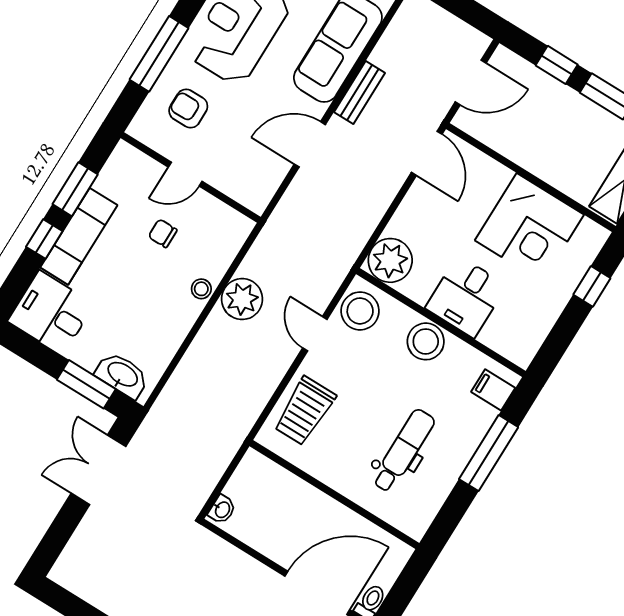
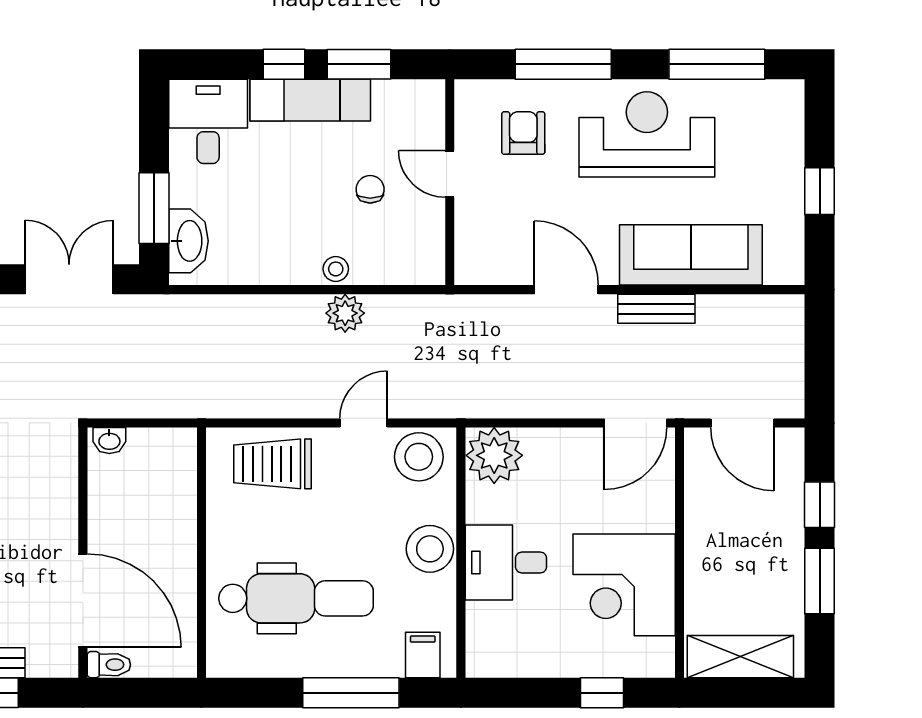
plant: (242, 299) -> (345, 313), width x0.73, depth x0.73
dental chair: (403, 451) -> (296, 598), width x1.36, depth x1.38

